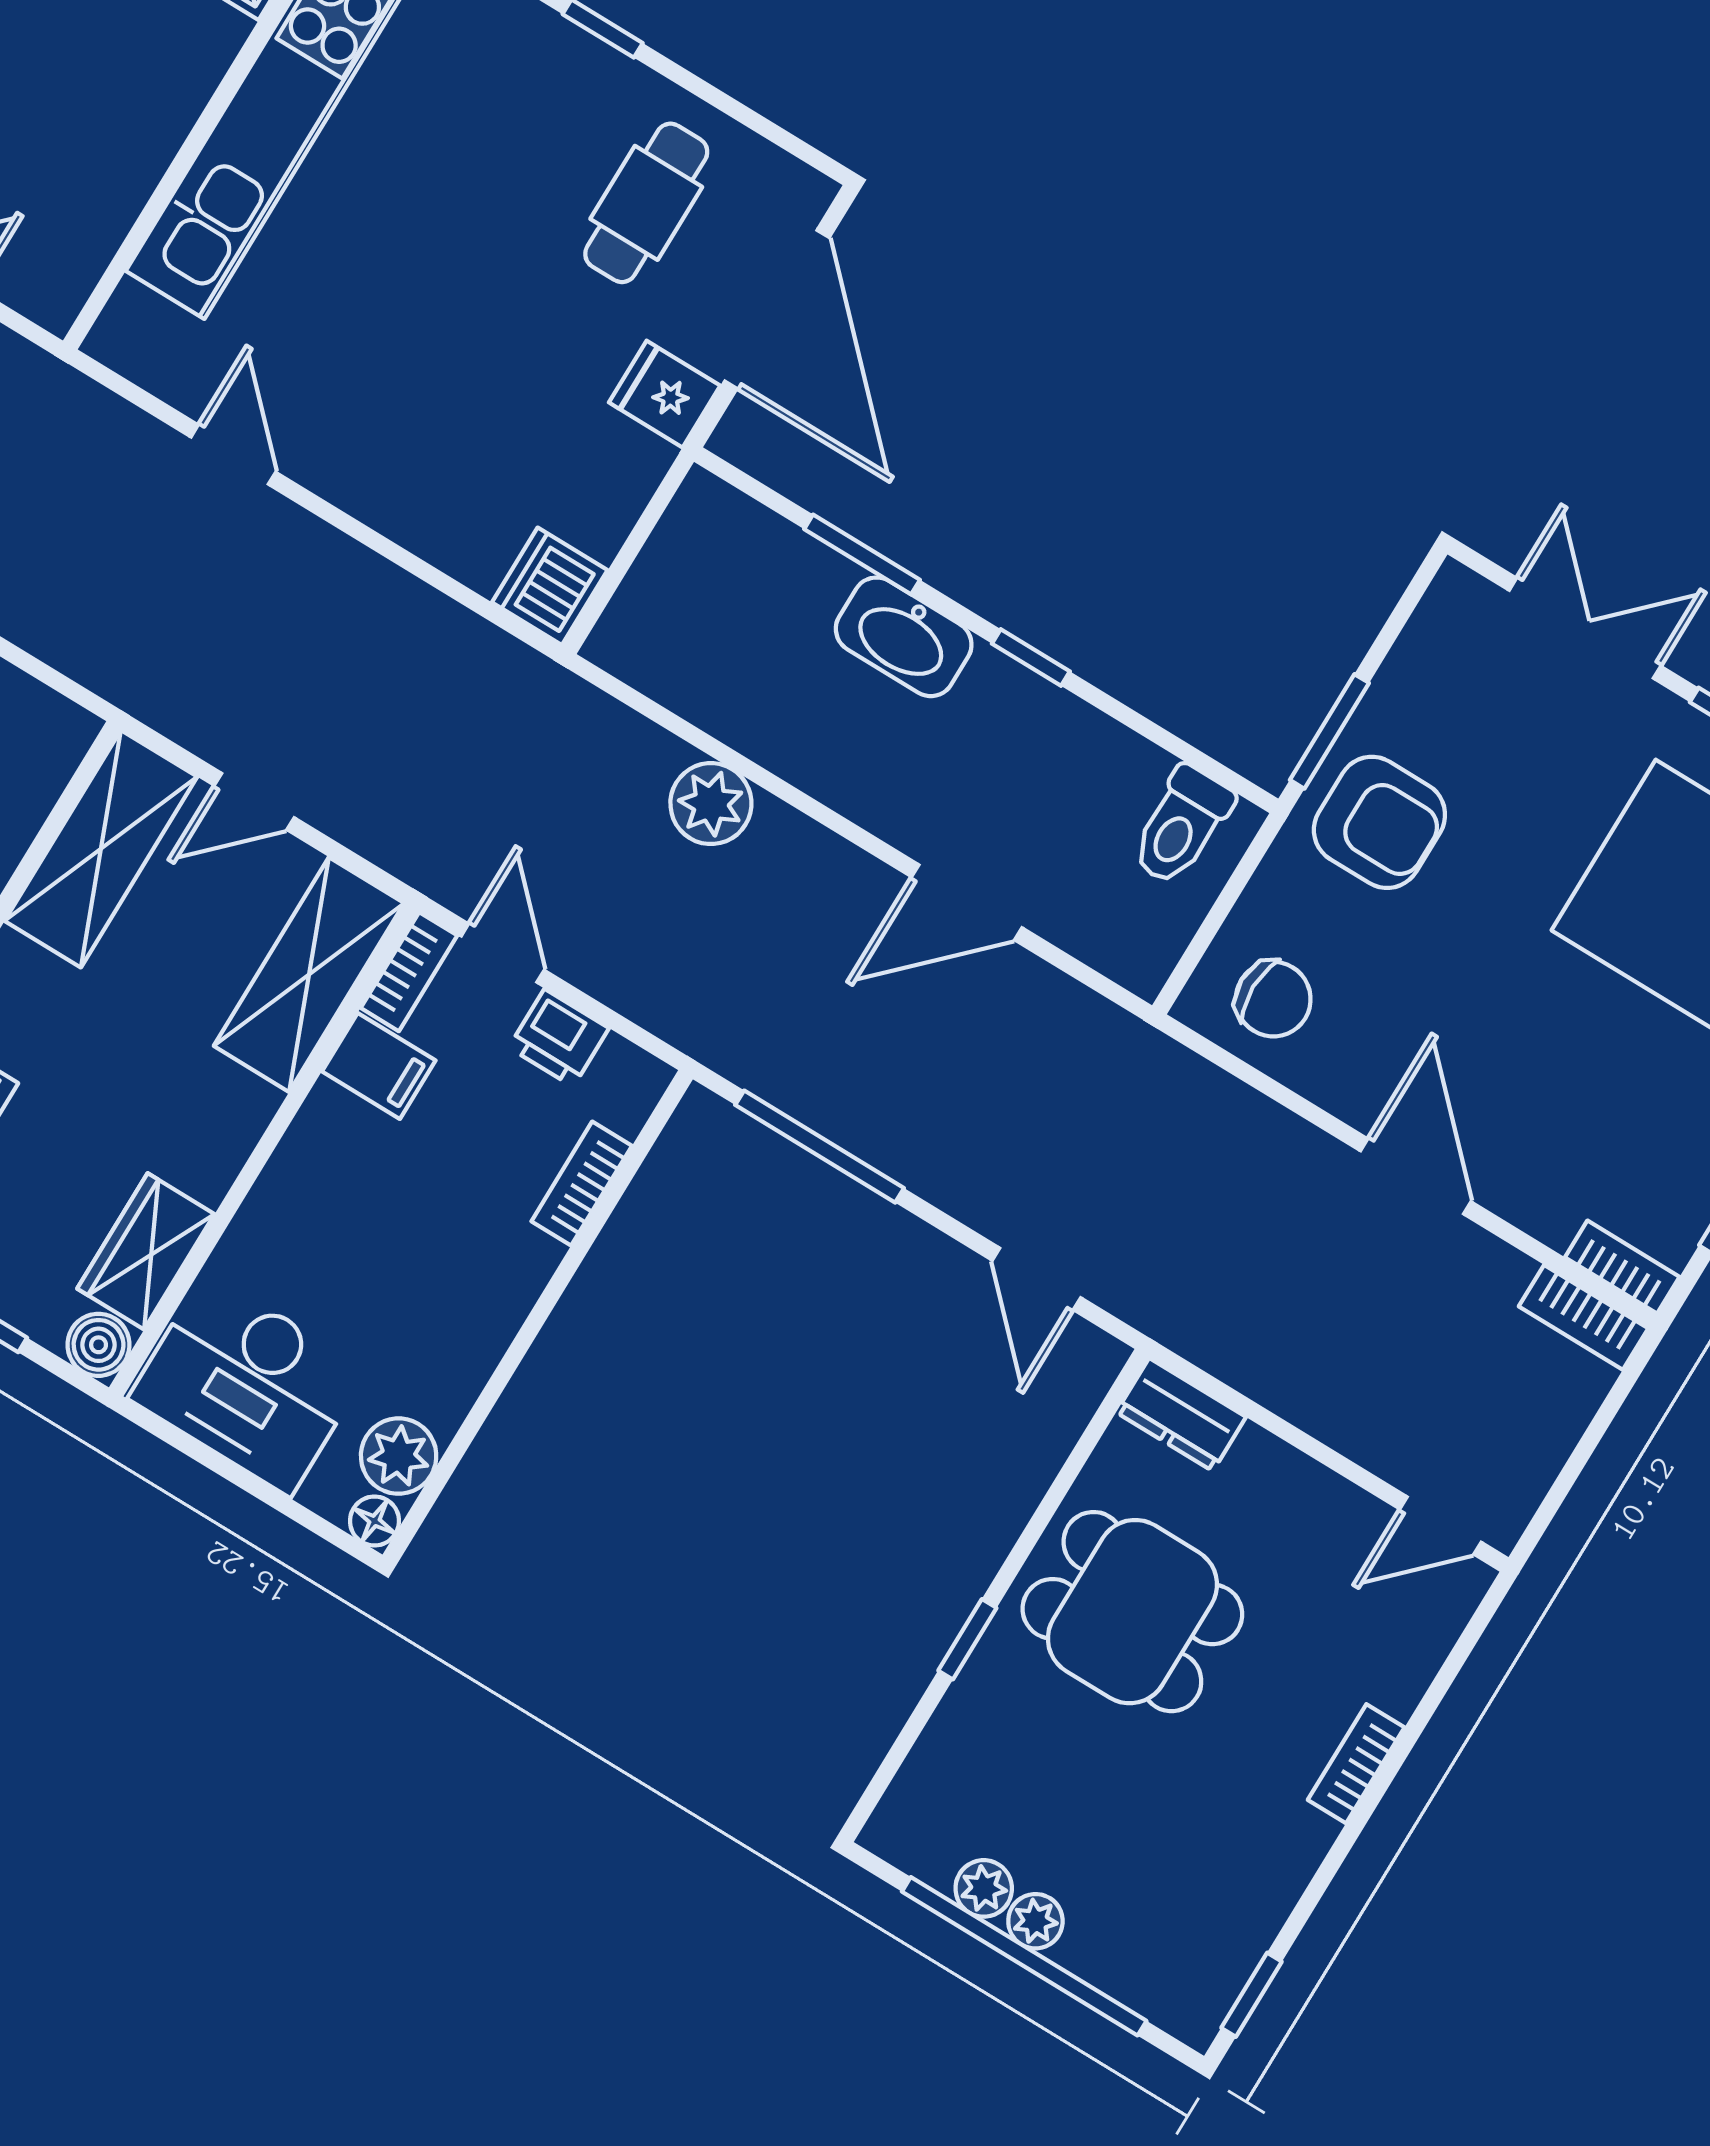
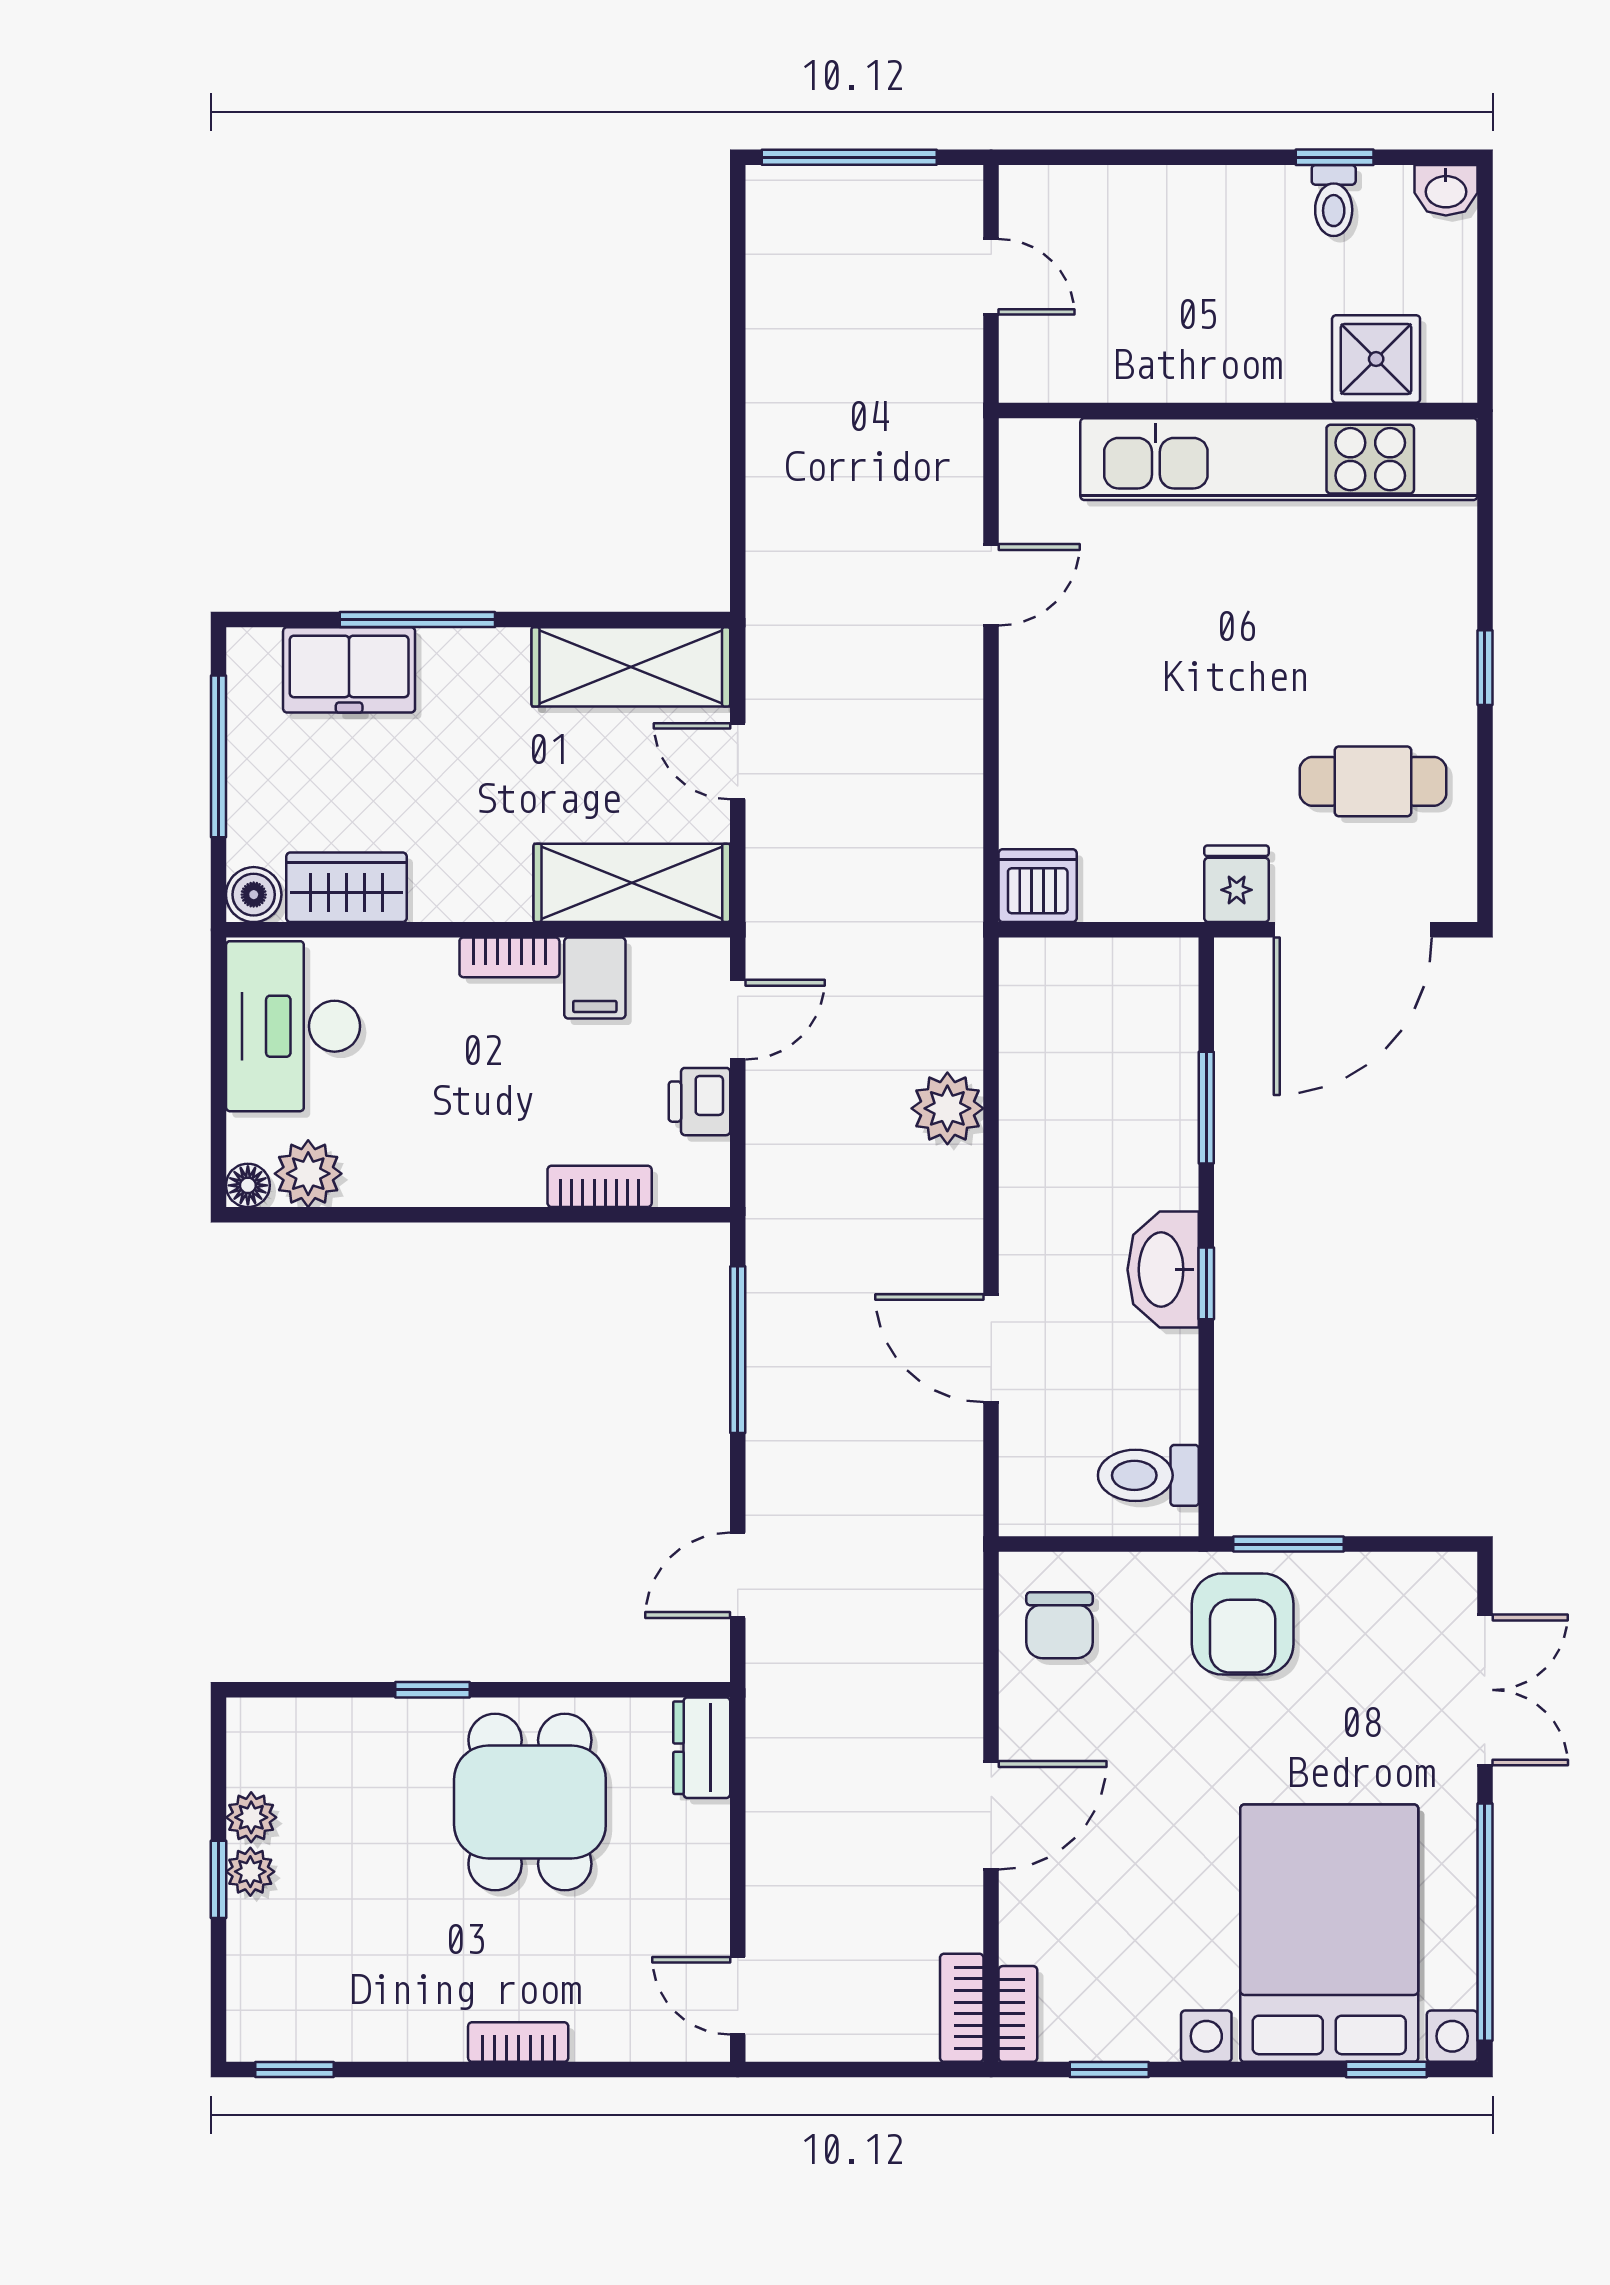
washbasin: (904, 637) -> (1163, 1270), moved
bookcase: (409, 972) -> (509, 957), moved
window: (1024, 1956) -> (218, 1879), width x0.32

